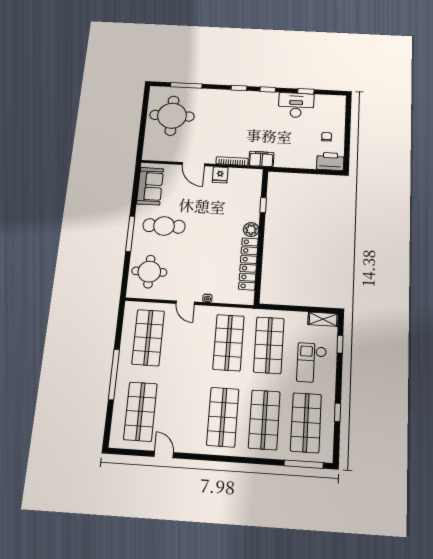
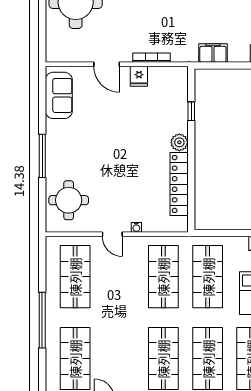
filing cabinet: (261, 159) -> (213, 53), moved
cafe table: (164, 226) -> (80, 144), removed

